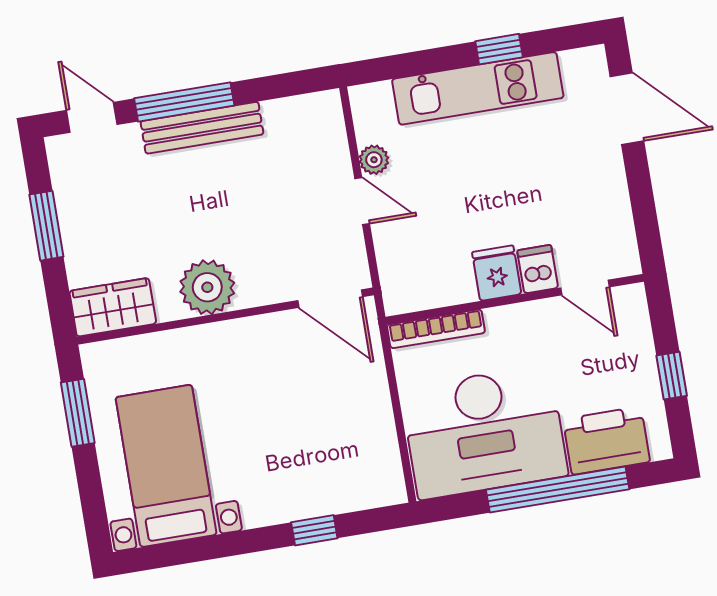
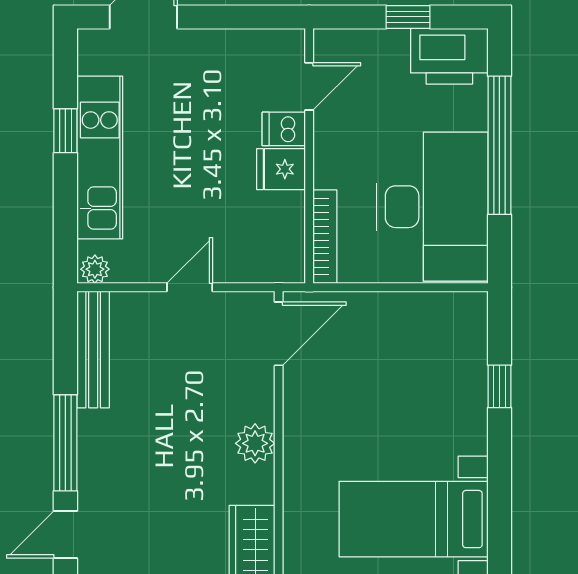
bench: (202, 128) -> (93, 349), moved
plant: (374, 160) -> (95, 269), moved
plant: (207, 287) -> (255, 443), width x0.73, depth x0.73
printer: (606, 441) -> (449, 56), moved, turned -90

